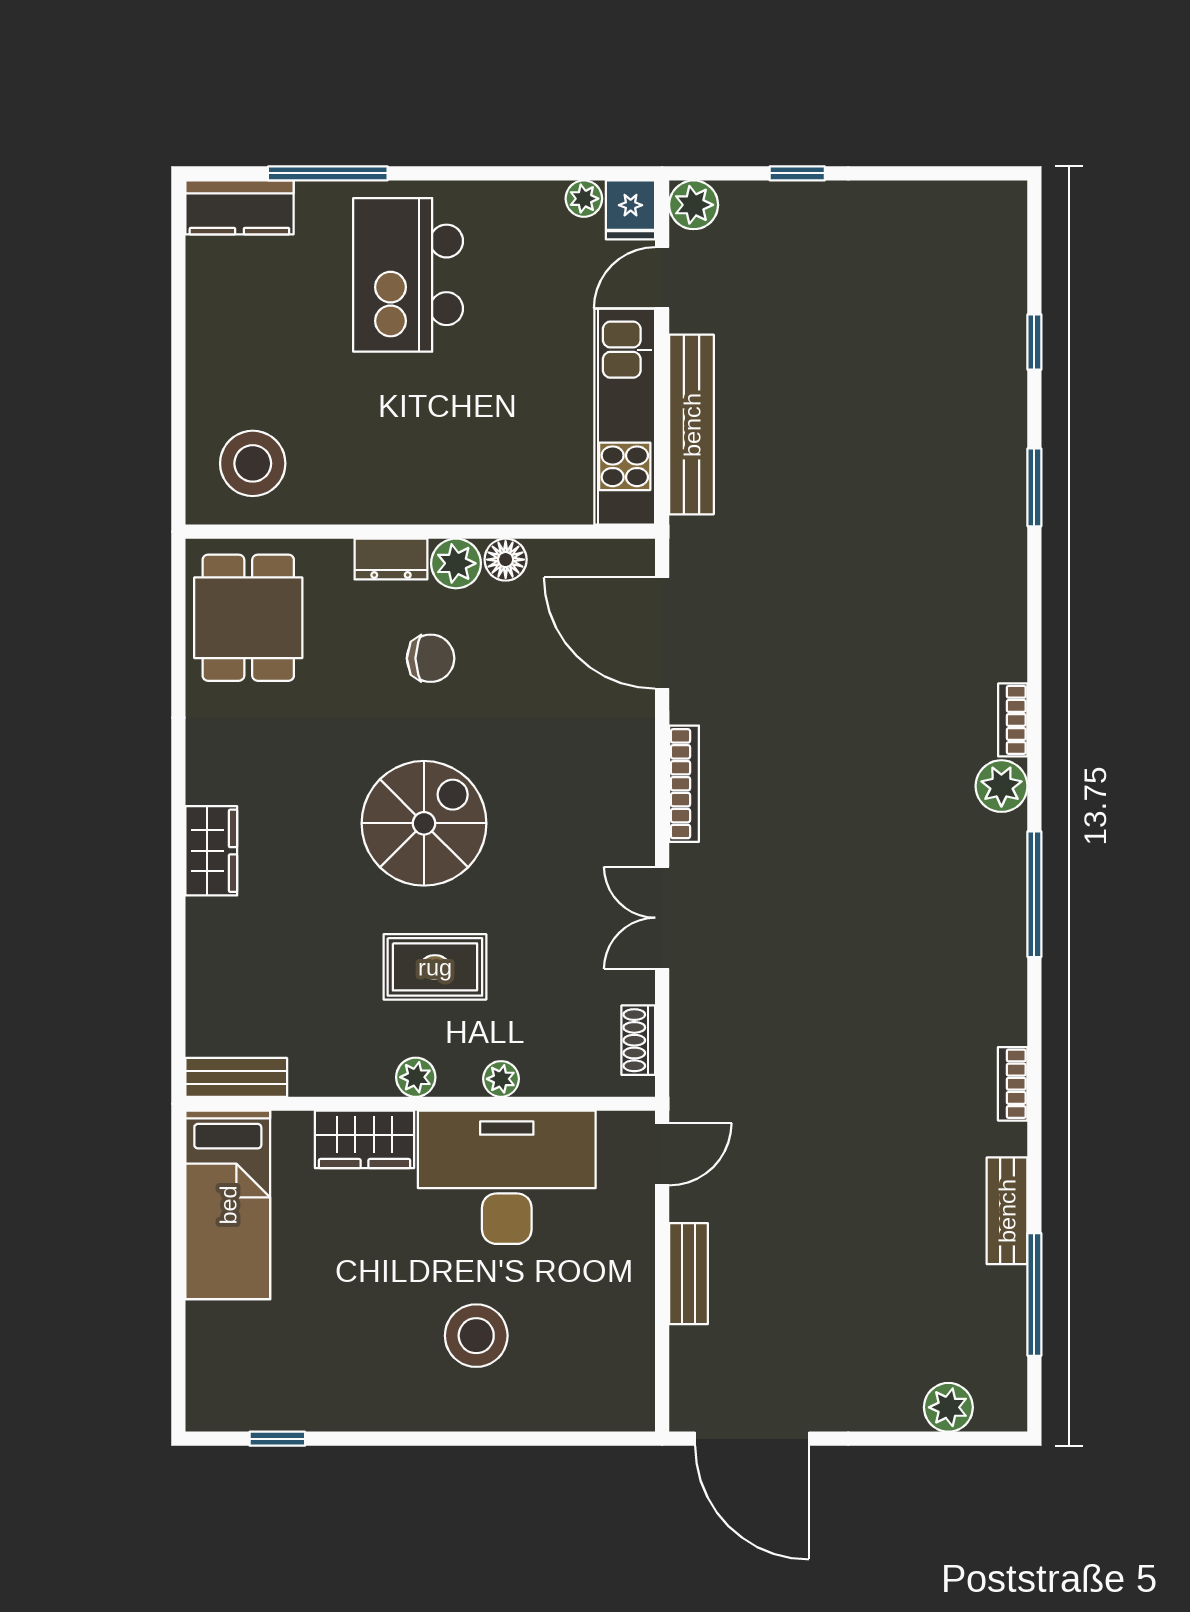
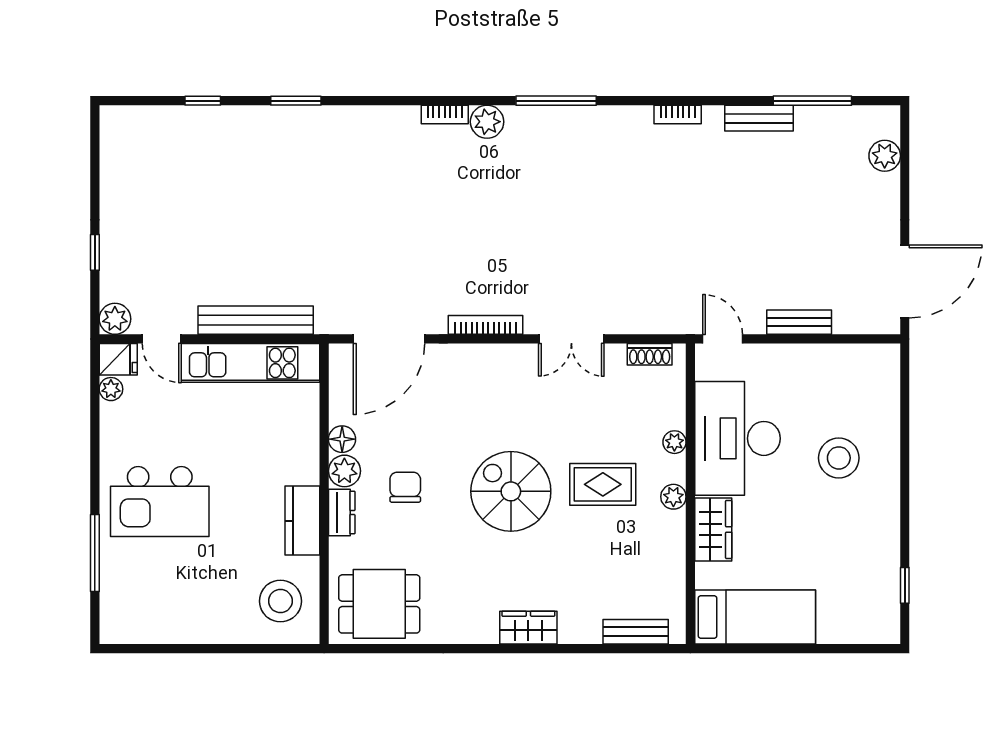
kitchen counter: (239, 207) -> (302, 521), moved, turned 180
rug: (435, 967) -> (603, 484), turned 90
bench: (236, 1077) -> (636, 632), moved, turned 90

